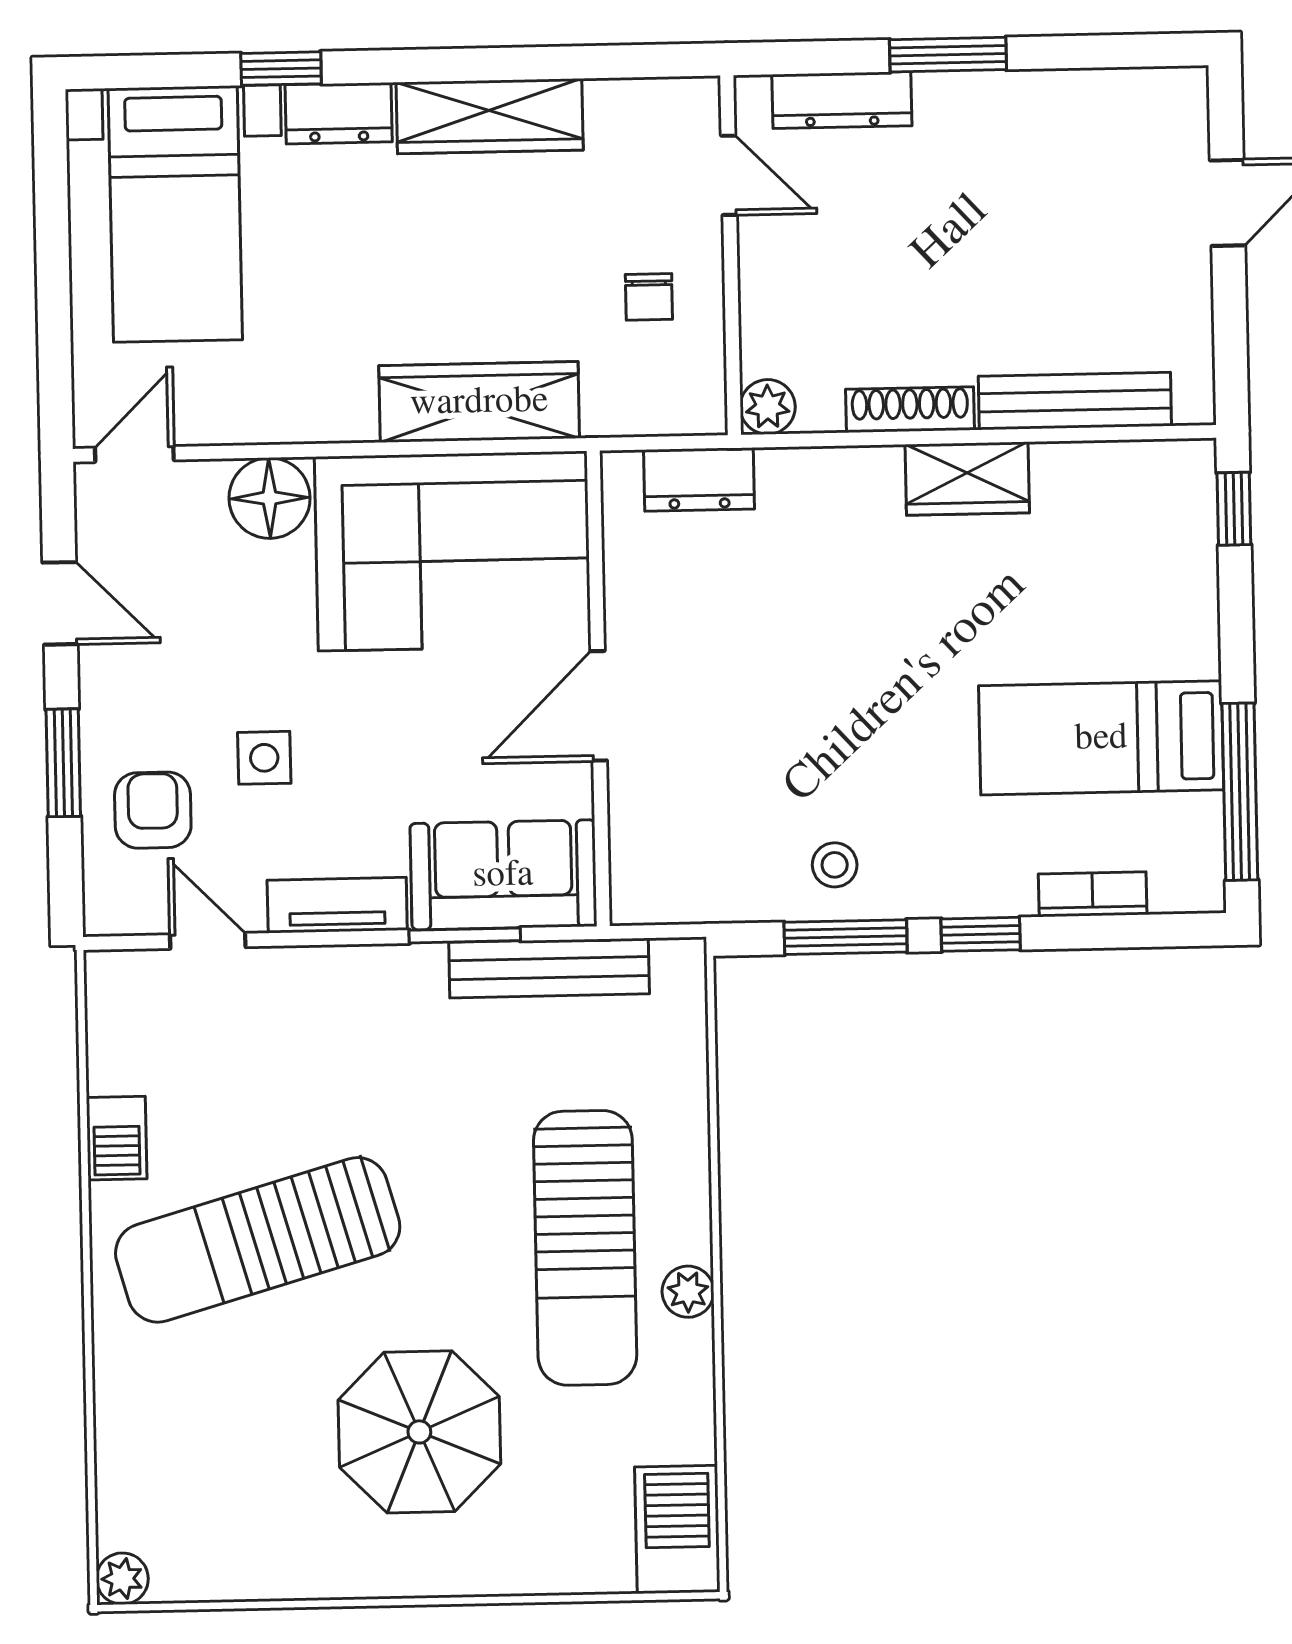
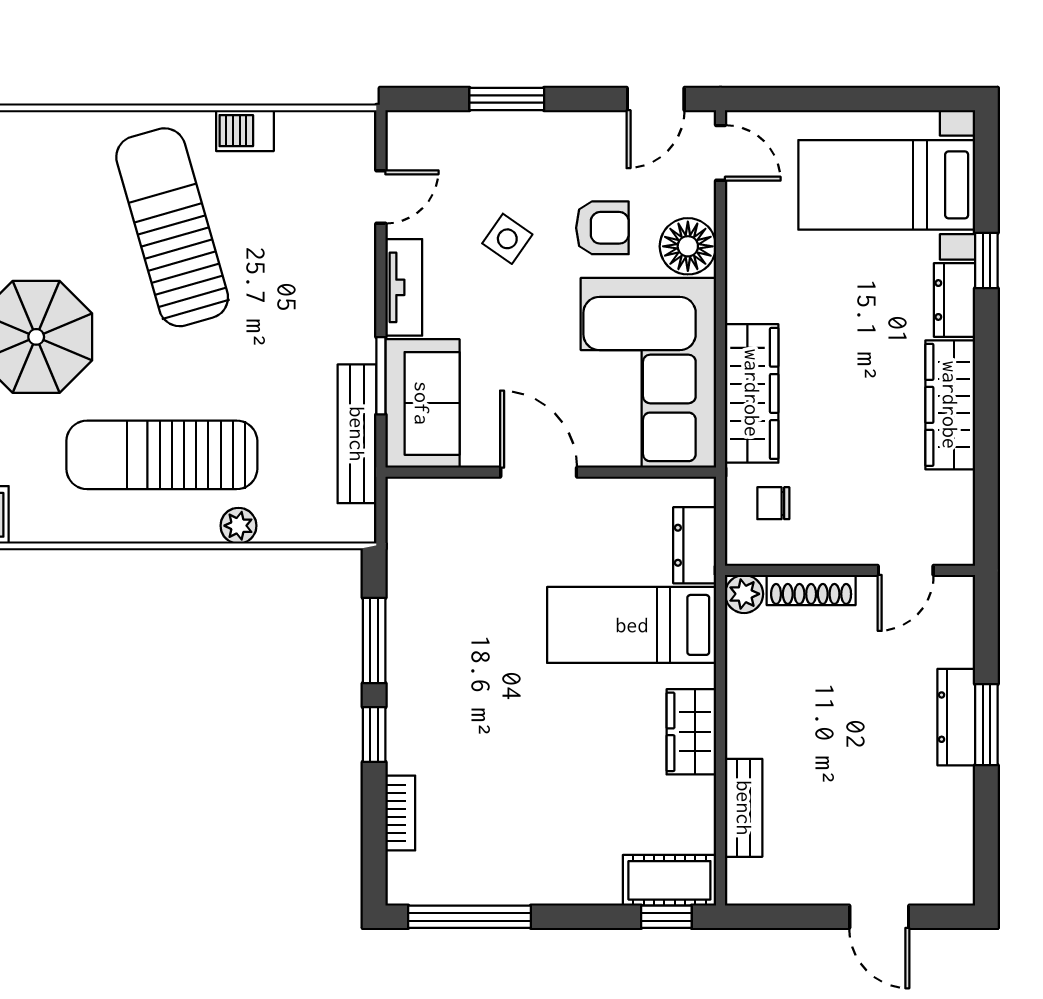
dresser: (842, 100) -> (956, 717), moved
chair: (649, 297) -> (773, 503), moved
bench: (1075, 401) -> (744, 808), width x0.73
shoe rack: (910, 410) -> (811, 590), moved, turned 90
cot: (1181, 506) -> (669, 880), added
door: (60, 603) -> (656, 99), moved
bed: (1101, 738) -> (632, 625), moved, turned -90
side table: (264, 758) -> (507, 239), turned 35
armchair: (153, 810) -> (602, 228), moved
stool: (835, 865) -> (425, 634), removed
plant: (688, 1292) -> (238, 526), moved

